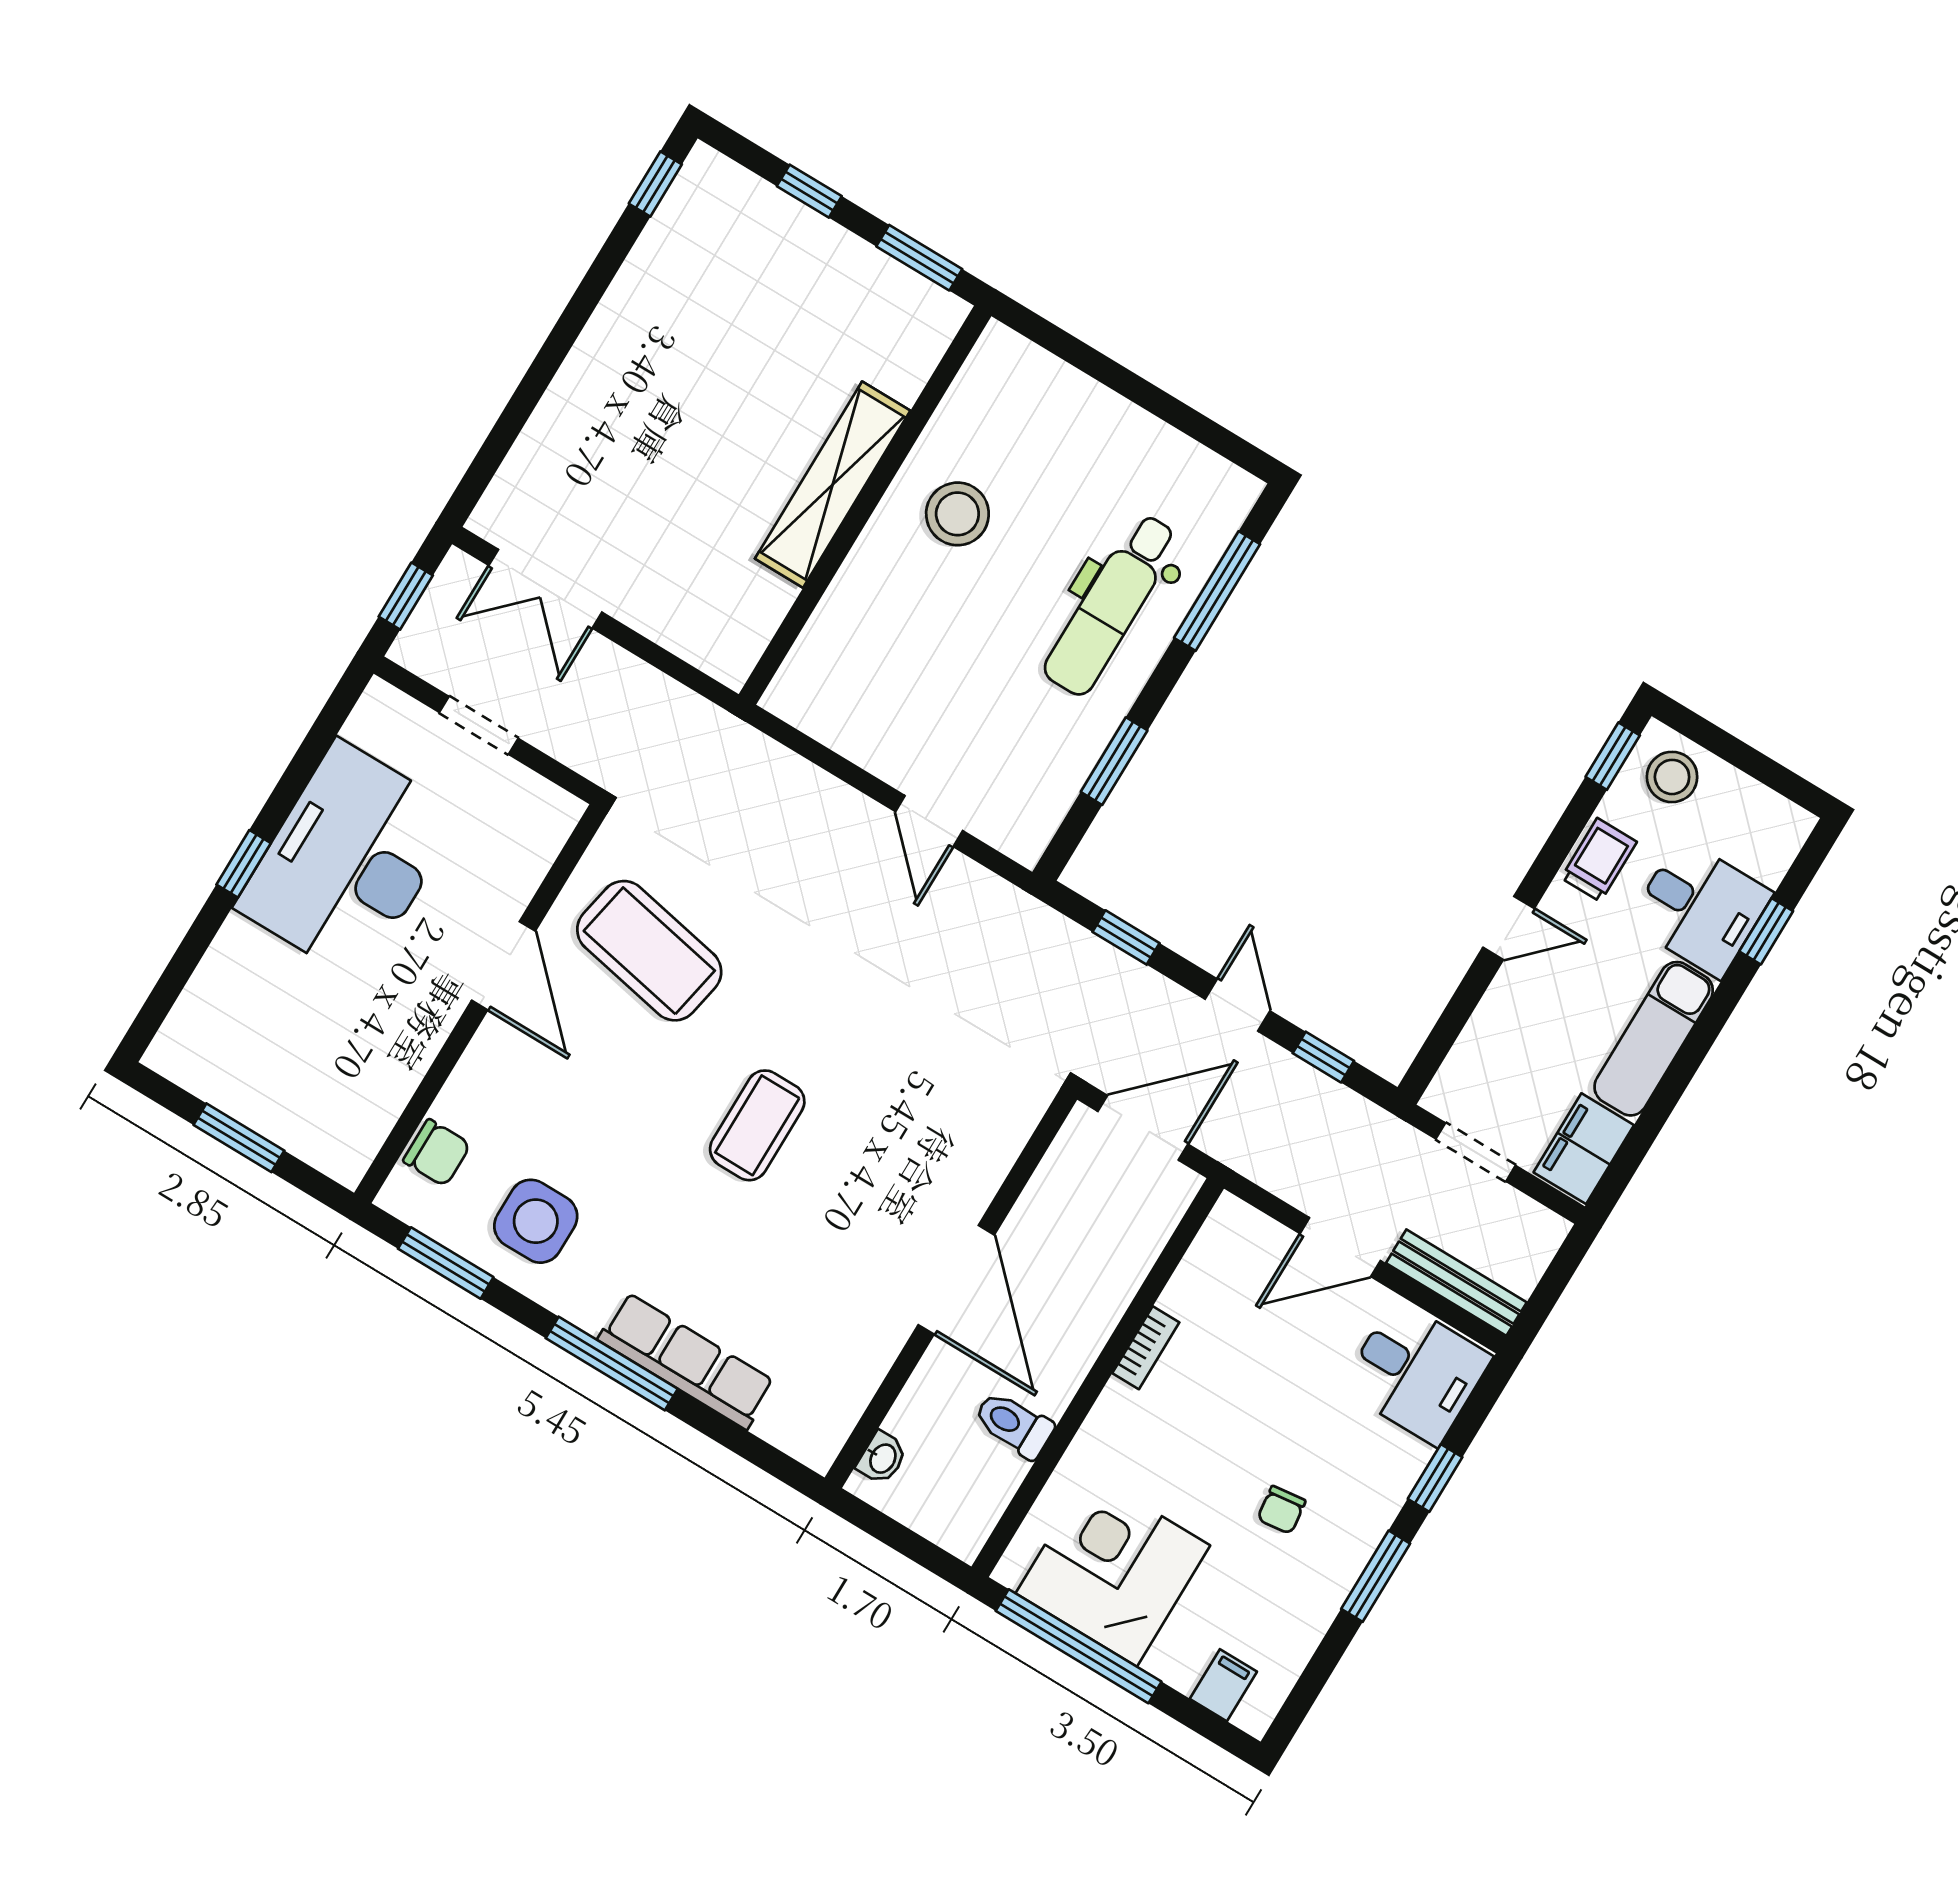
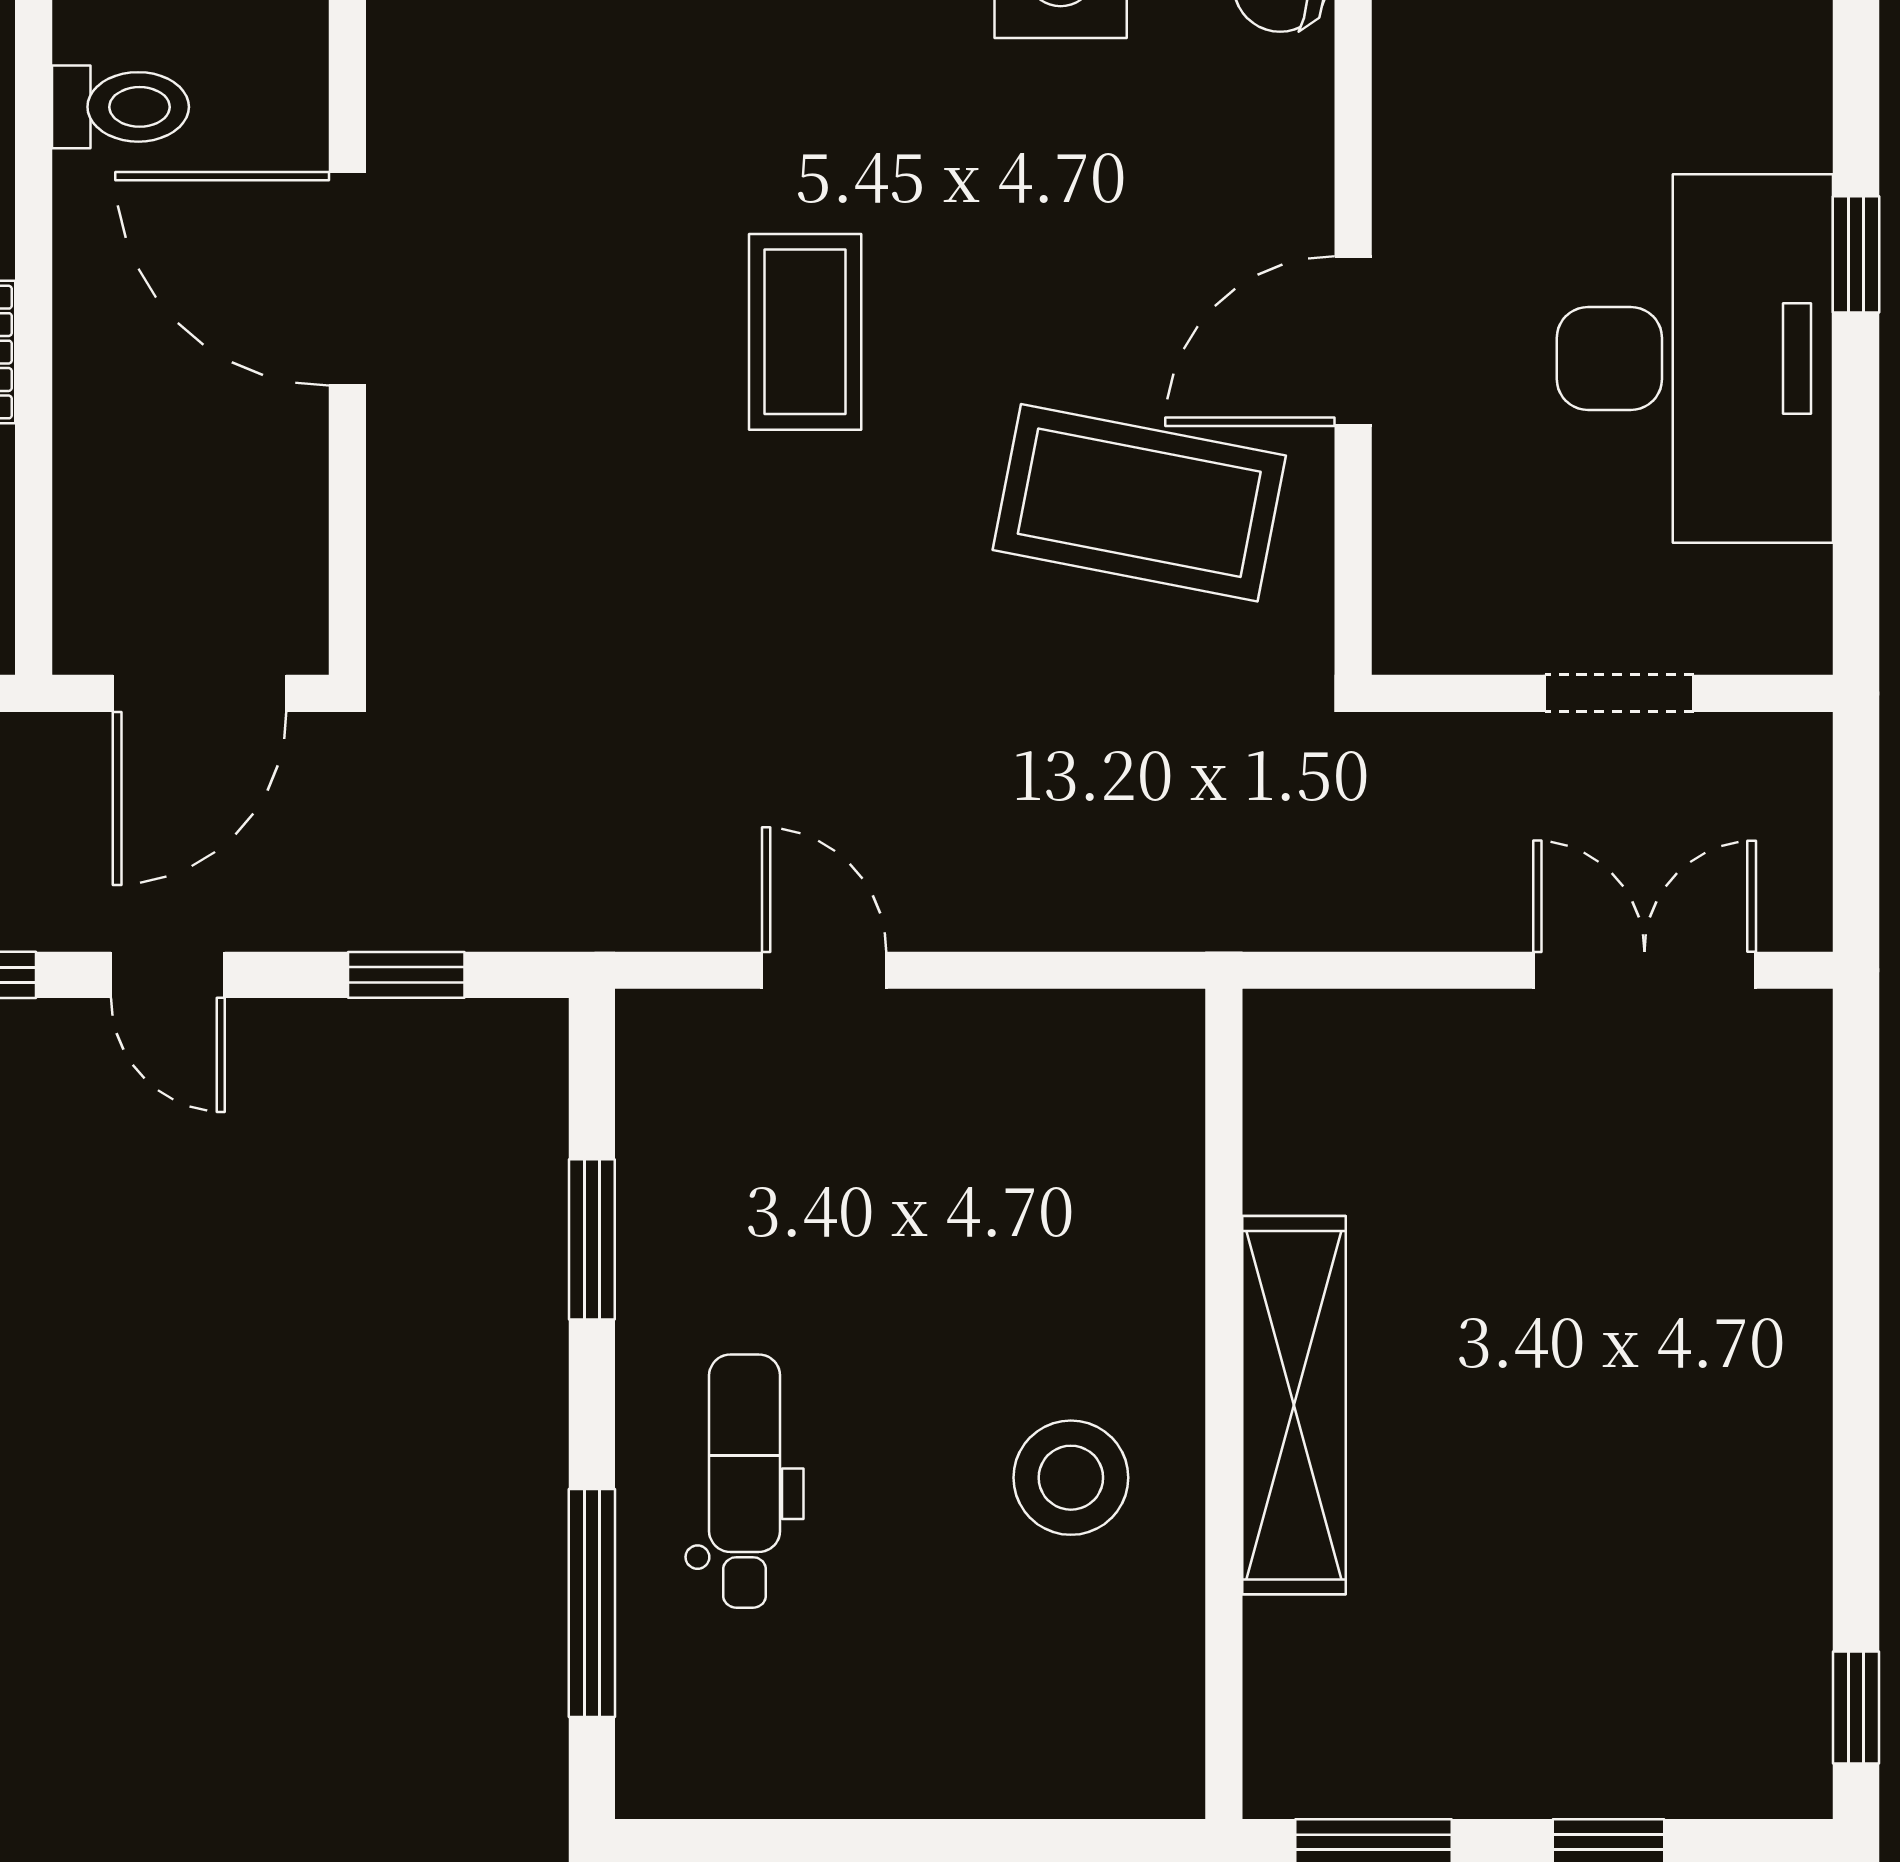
window: (406, 596) -> (1856, 827), removed
dental chair: (1111, 605) -> (745, 1481), width x0.73, depth x0.72
door: (503, 966) -> (1353, 341), hinge flipped

